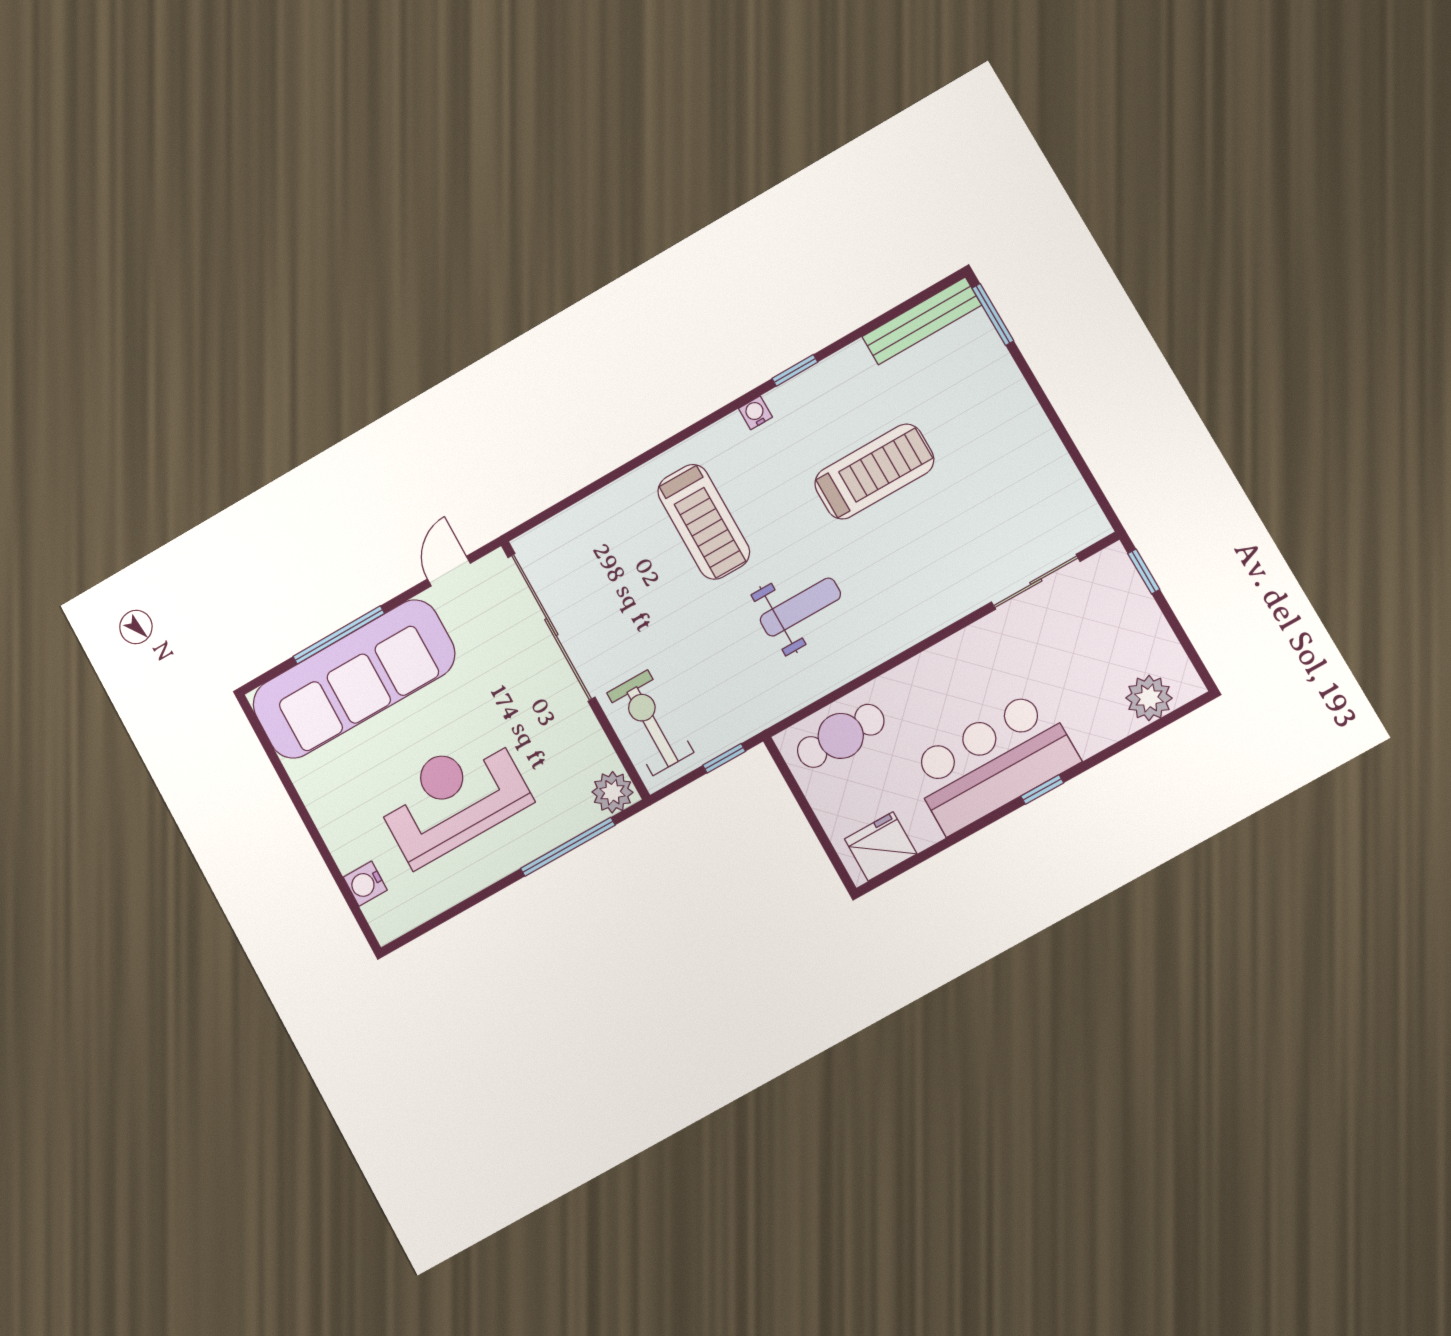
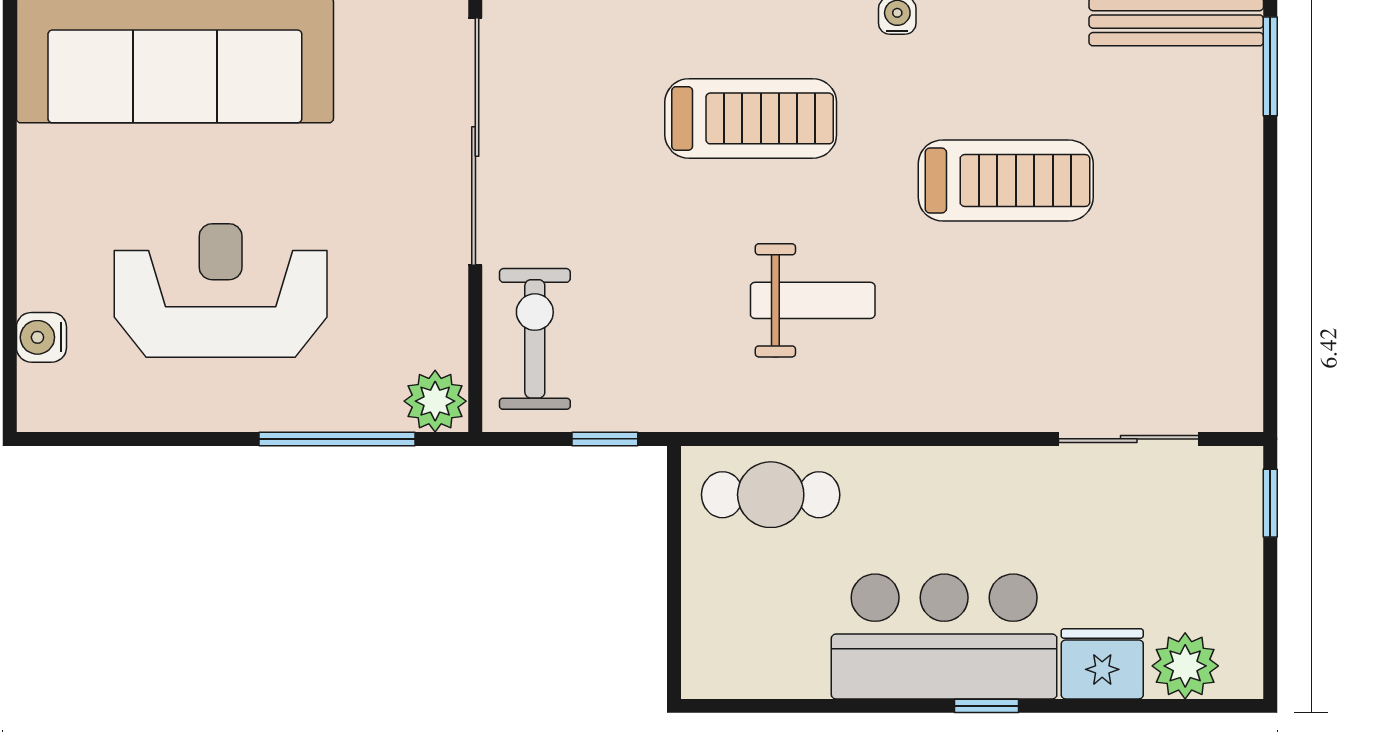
treadmill: (704, 522) -> (751, 118), turned -90
fridge: (881, 846) -> (1102, 664), moved

